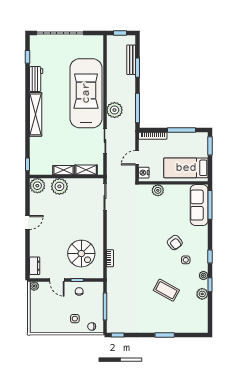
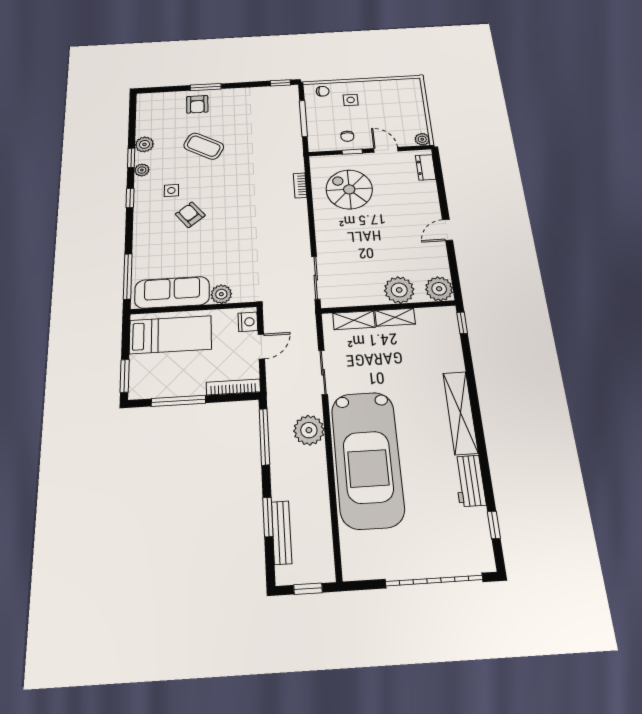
sofa: (199, 205) -> (172, 292), moved, turned -90
armchair: (170, 322) -> (197, 104), added

